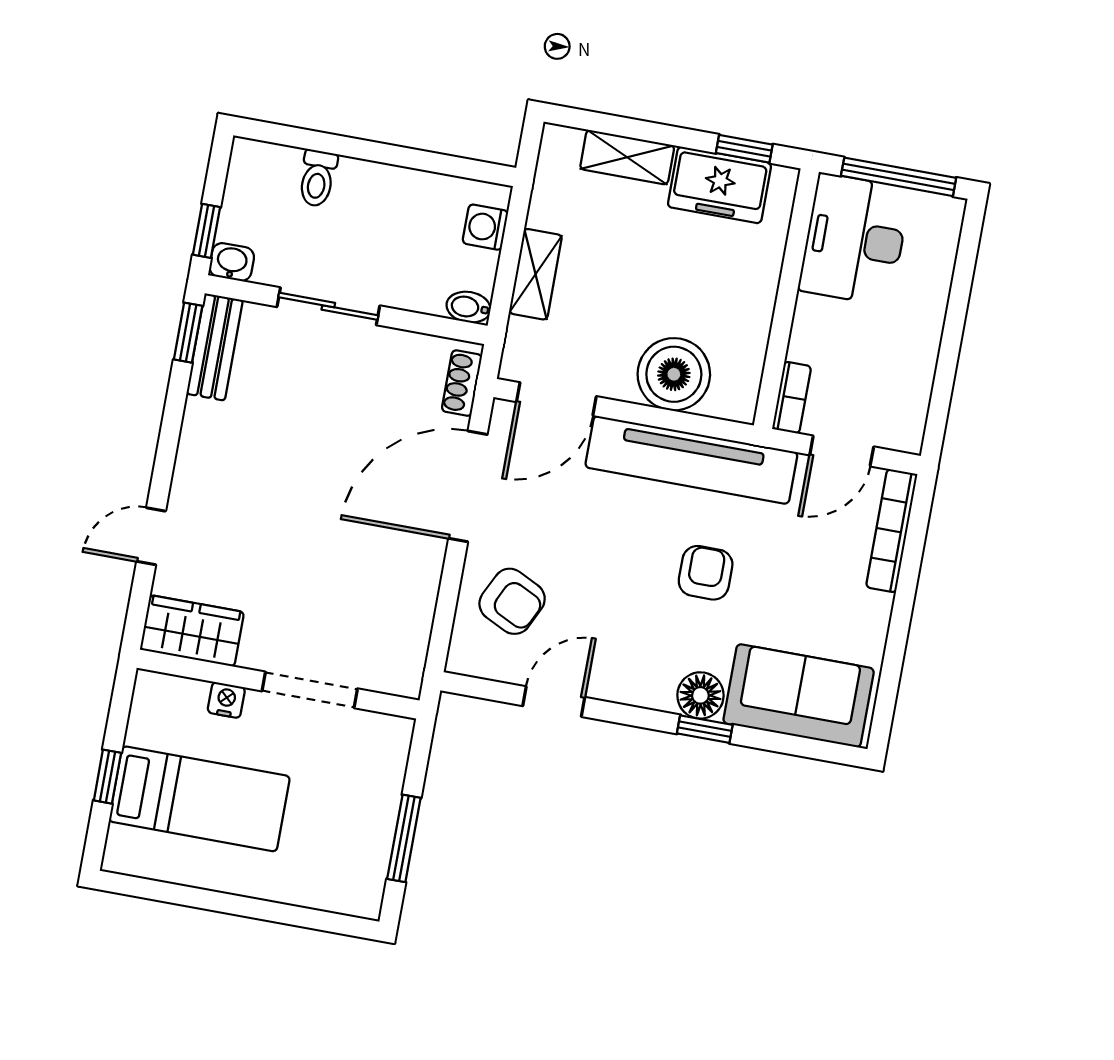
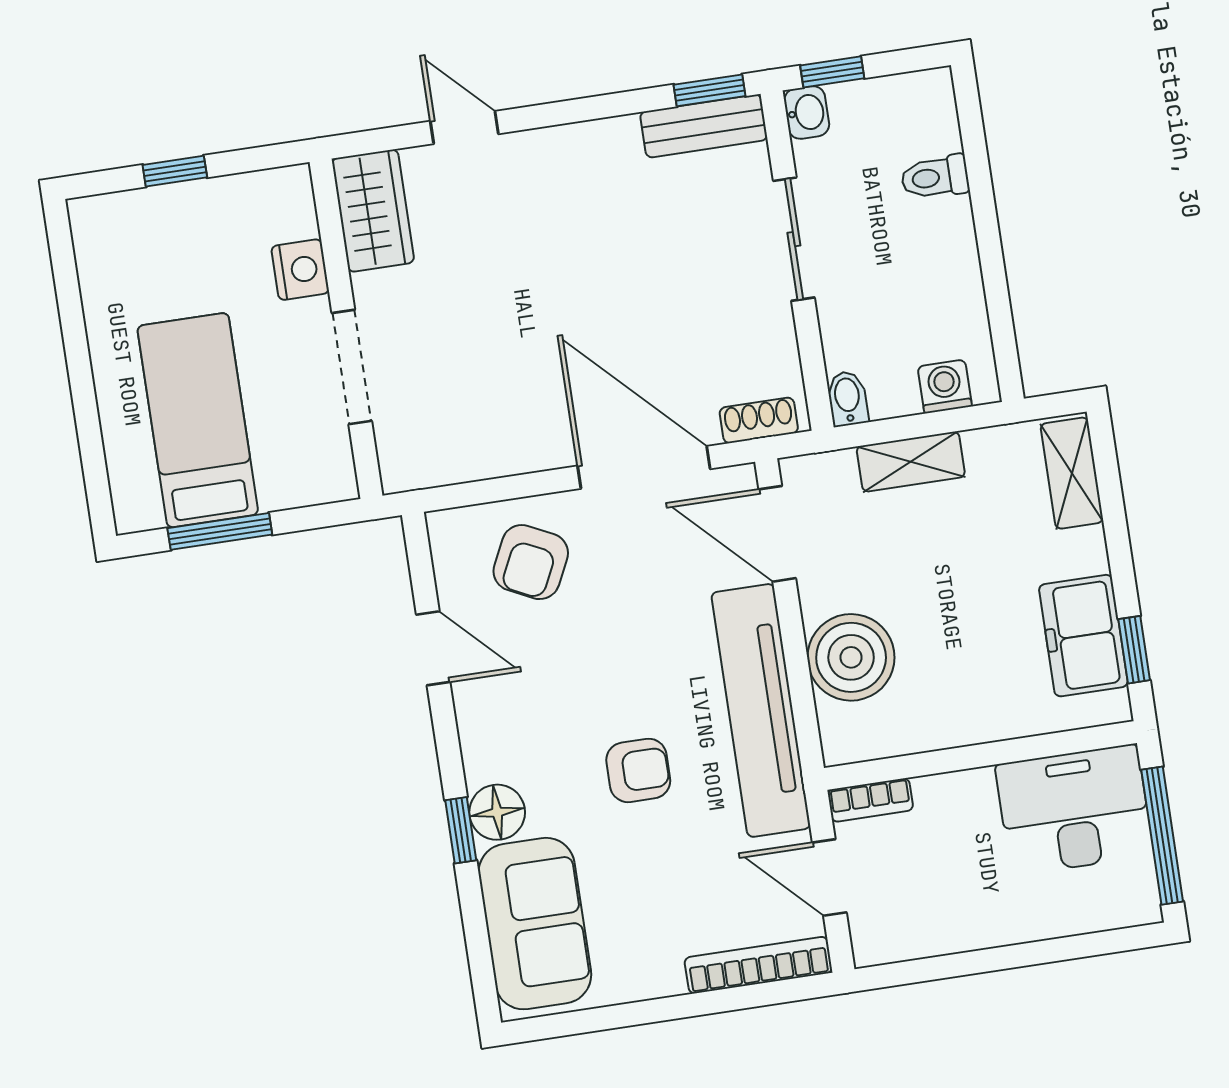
shelving: (627, 157) -> (1072, 473), moved
nightstand: (226, 700) -> (300, 270), width x1.39, depth x1.35
bed: (199, 799) -> (198, 420), moved, turned 180

